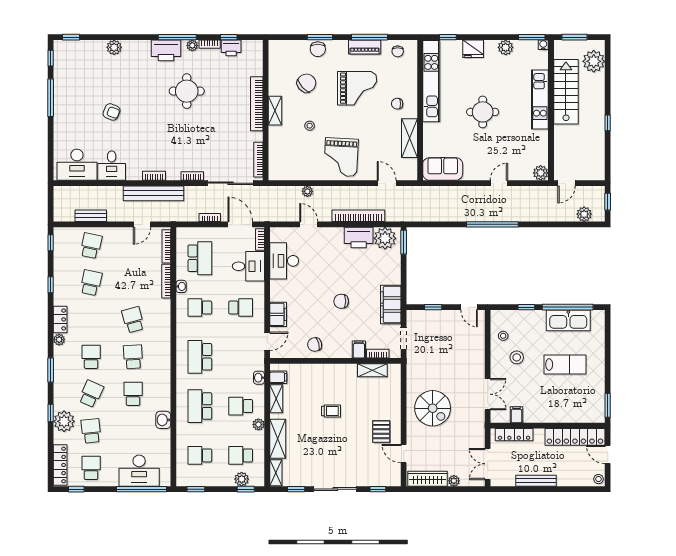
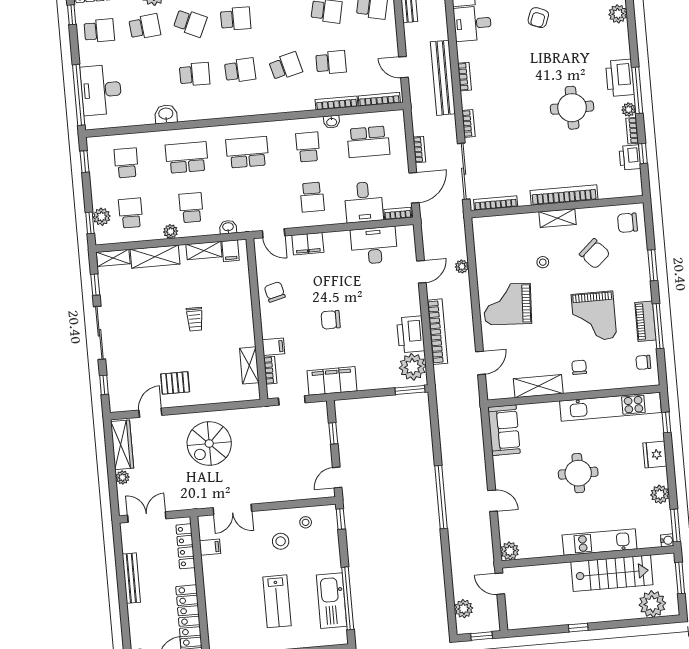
chair: (318, 49) -> (627, 223), moved
school desk: (133, 283) -> (331, 62), added
chair: (341, 301) -> (331, 320), turned -90
window: (526, 307) -> (341, 519), moved

